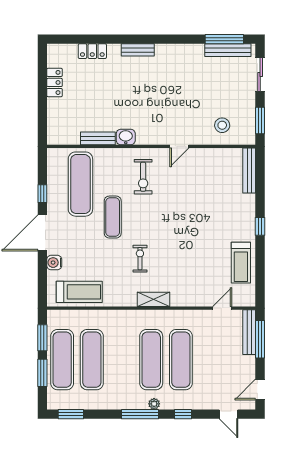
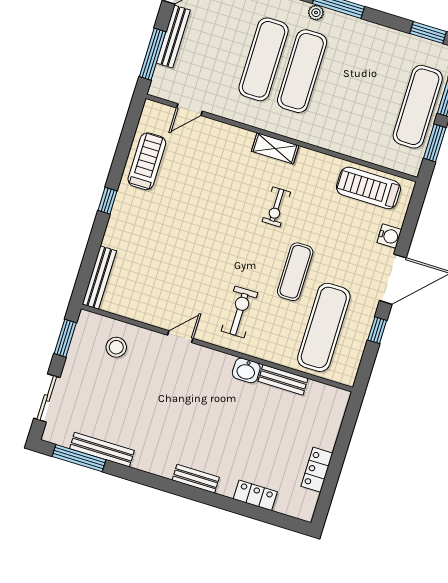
bench: (228, 50) -> (102, 450), moved
bench: (249, 332) -> (173, 37), moved
exercise mat: (92, 360) -> (379, 95), removed

